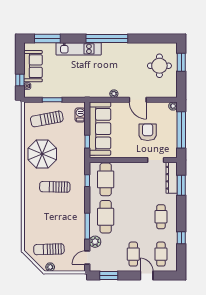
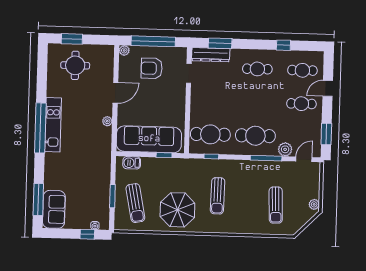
kitchen unit: (79, 49) -> (53, 125), moved
sofa: (33, 66) -> (54, 209), moved, turned 90
armchair: (148, 132) -> (152, 68), moved
sun lounger: (49, 249) -> (276, 205), moved
door: (87, 258) -> (304, 159), swing flipped

